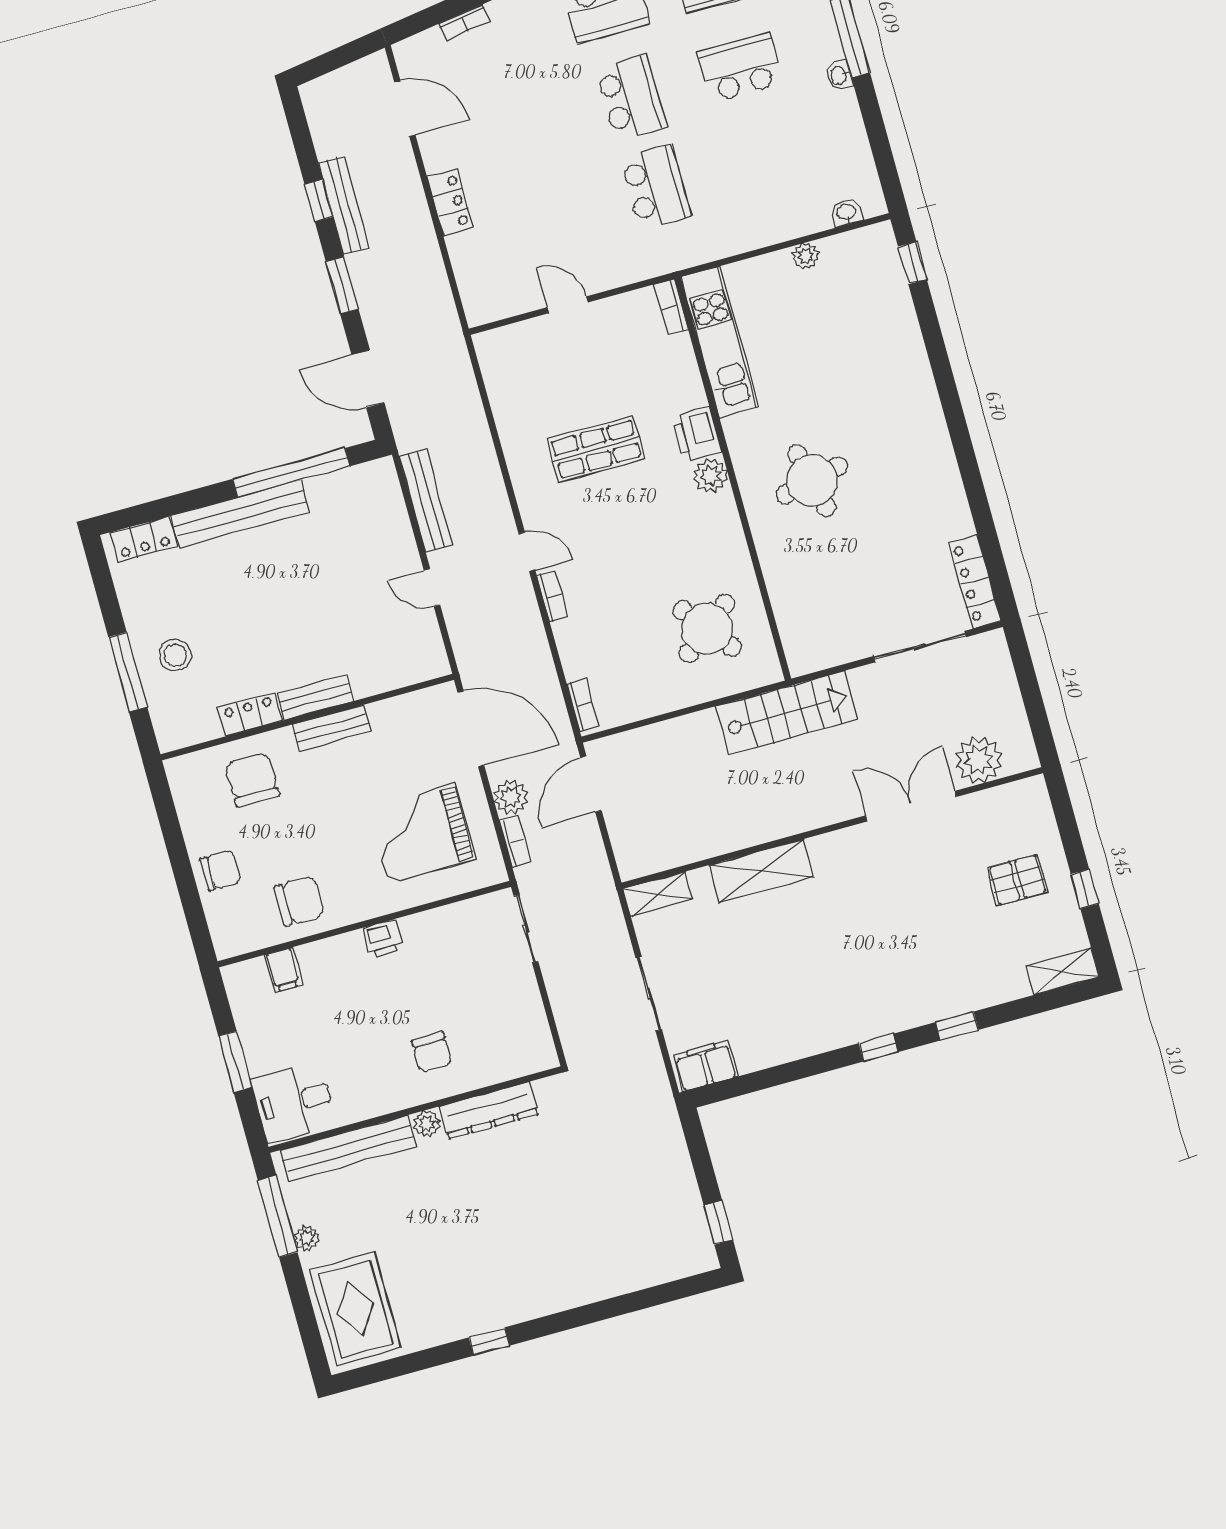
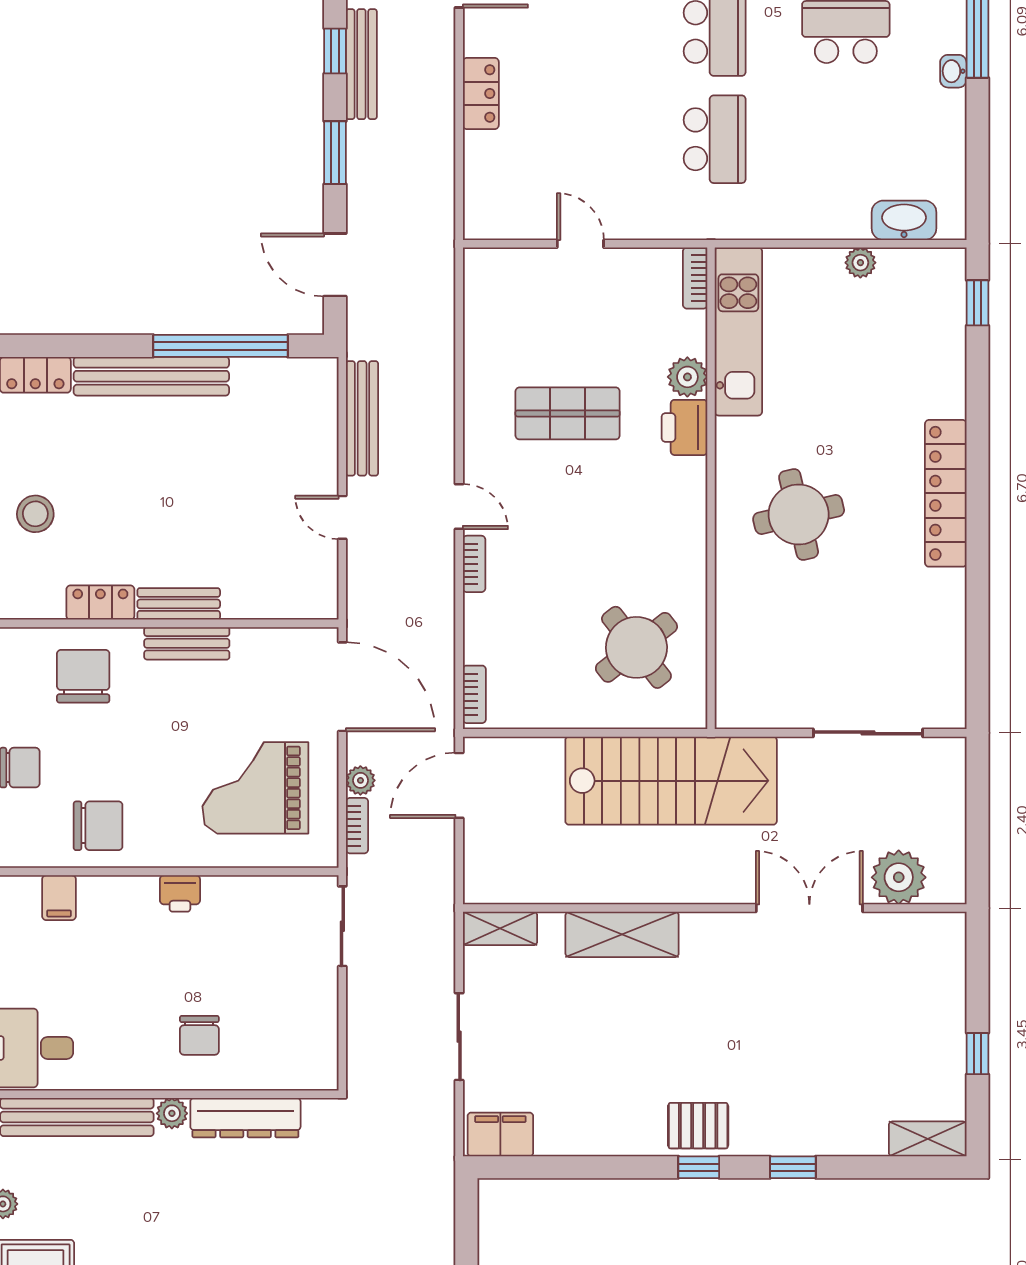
washbasin: (846, 212) -> (904, 220), width x1.91, depth x1.45
plant: (711, 476) -> (687, 377), moved
locker: (975, 582) -> (946, 493), moved, width x1.41, depth x1.21
stairs: (787, 713) -> (671, 781), width x1.36, depth x1.51
plant: (511, 797) -> (360, 780), width x0.73, depth x0.73
pallet: (1017, 880) -> (698, 1126), moved

